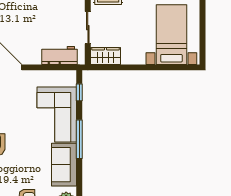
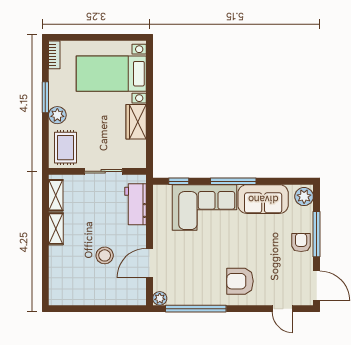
stool: (16, 29) -> (105, 255), added
wardrobe: (106, 56) -> (136, 122), moved

